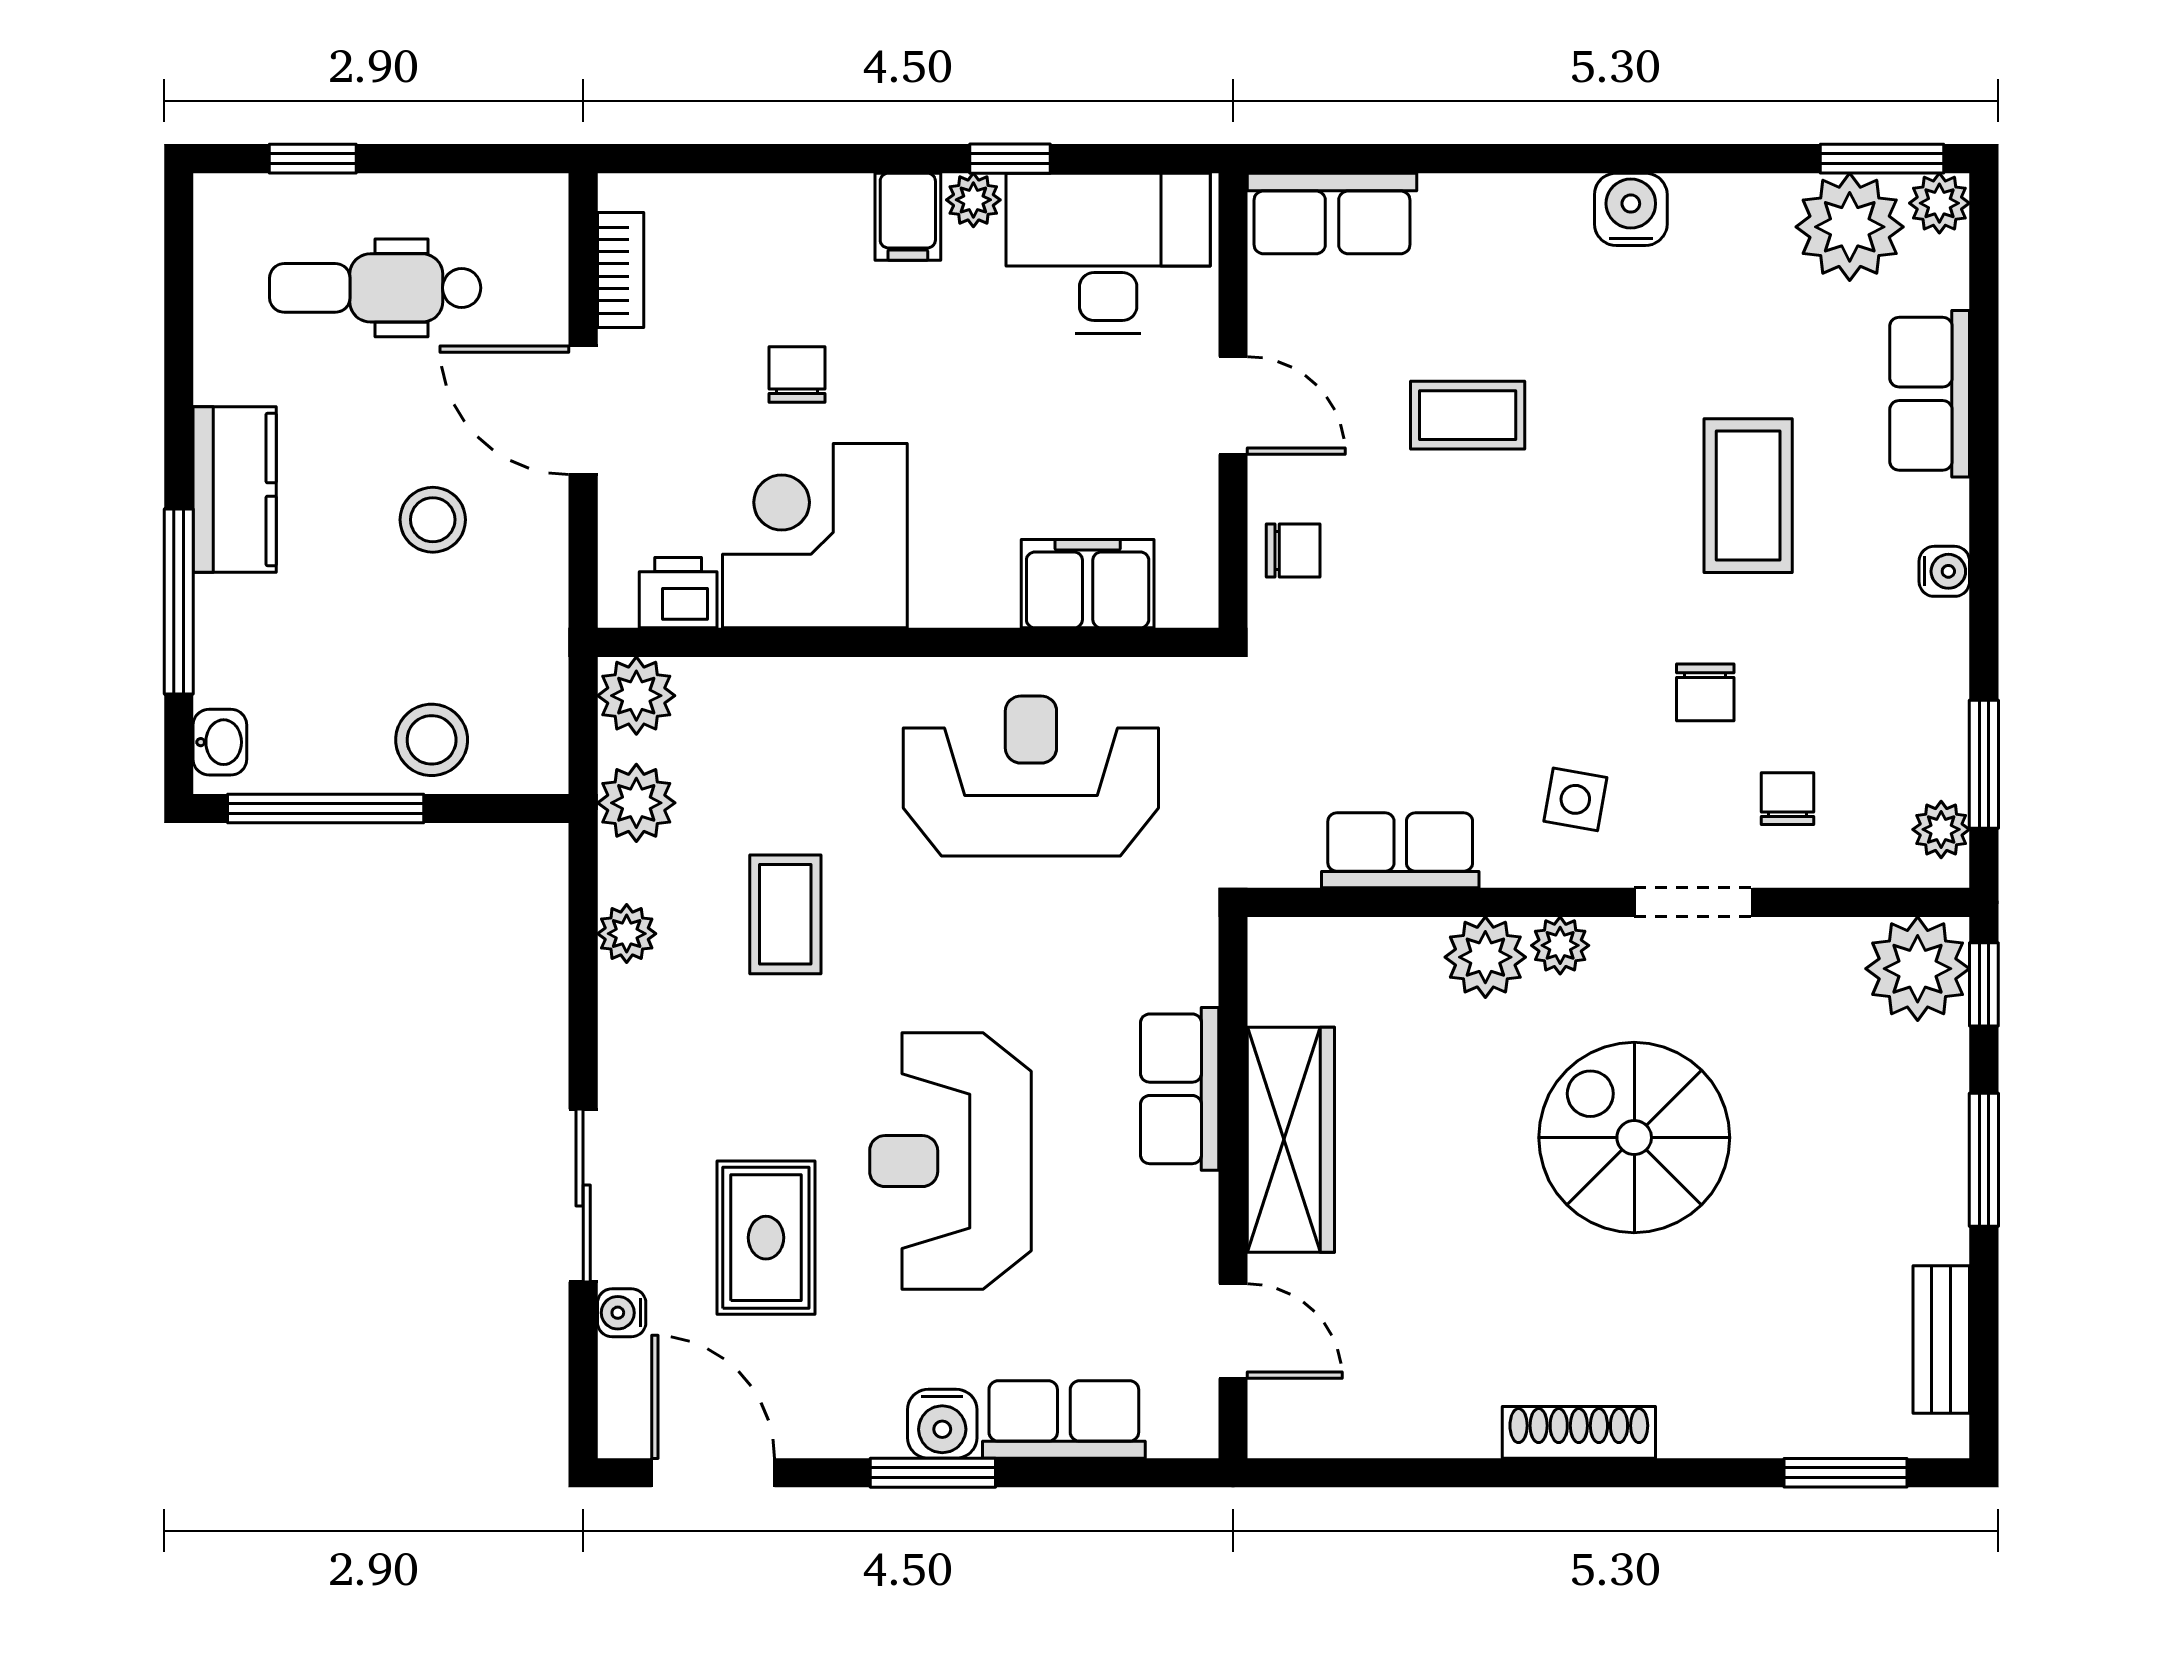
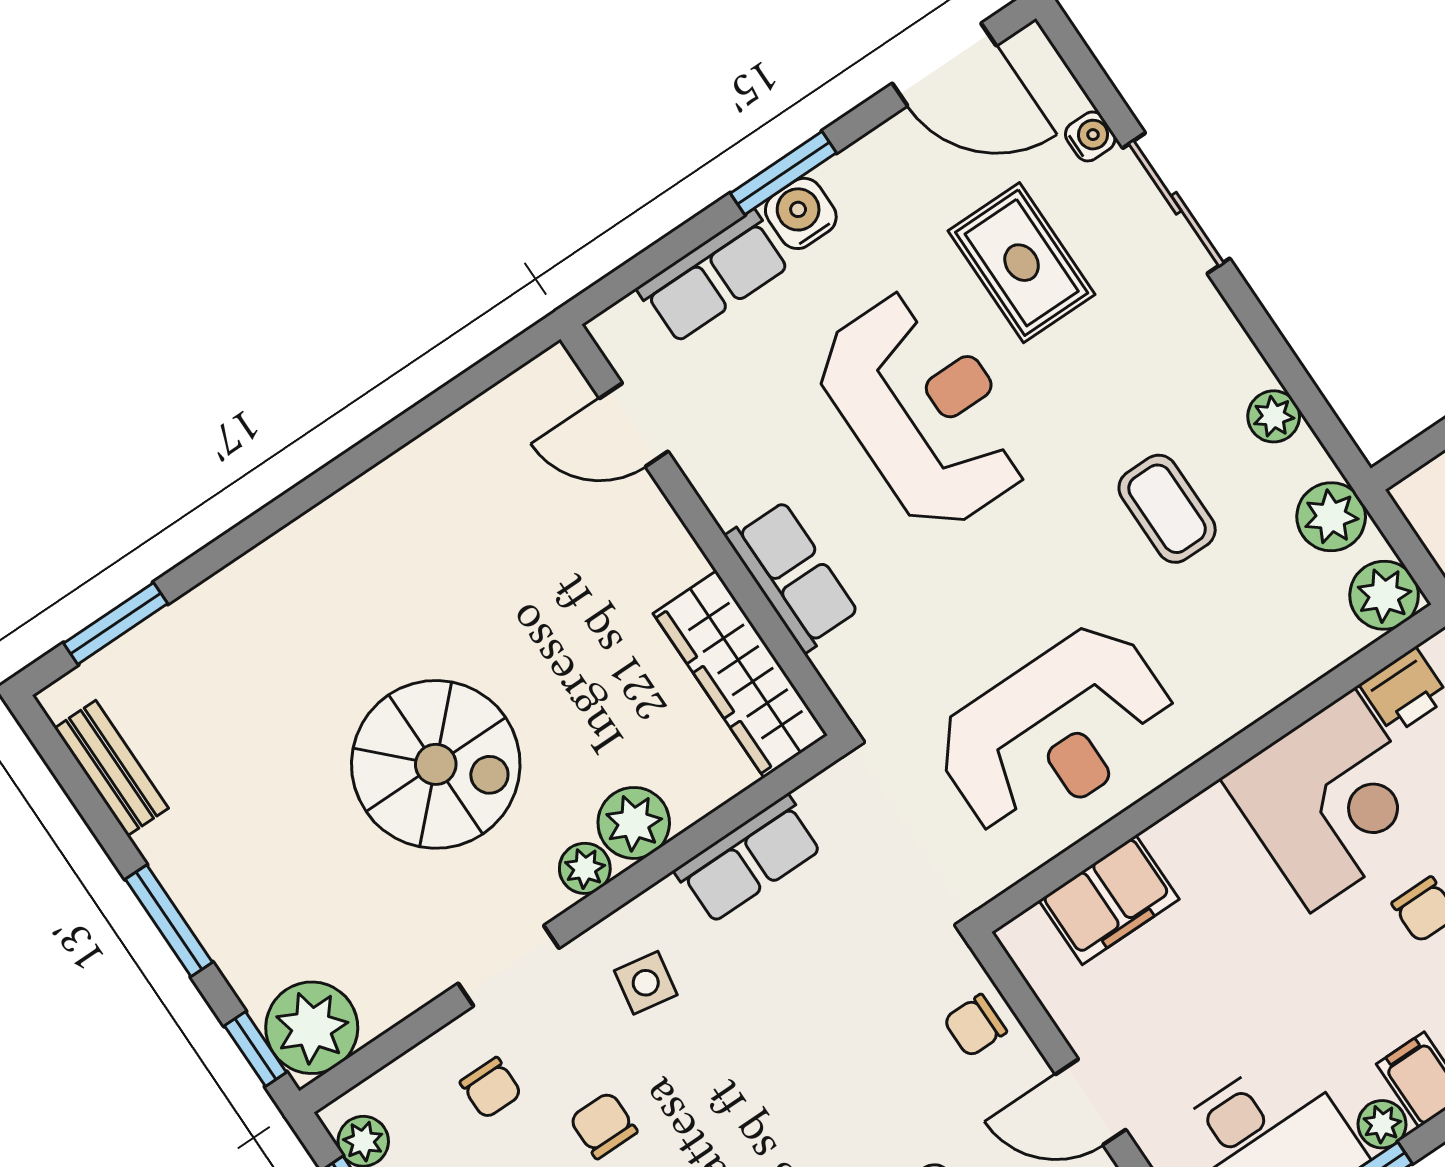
wardrobe: (1291, 1140) -> (740, 674), moved
shoe rack: (1579, 1432) -> (331, 521), removed

